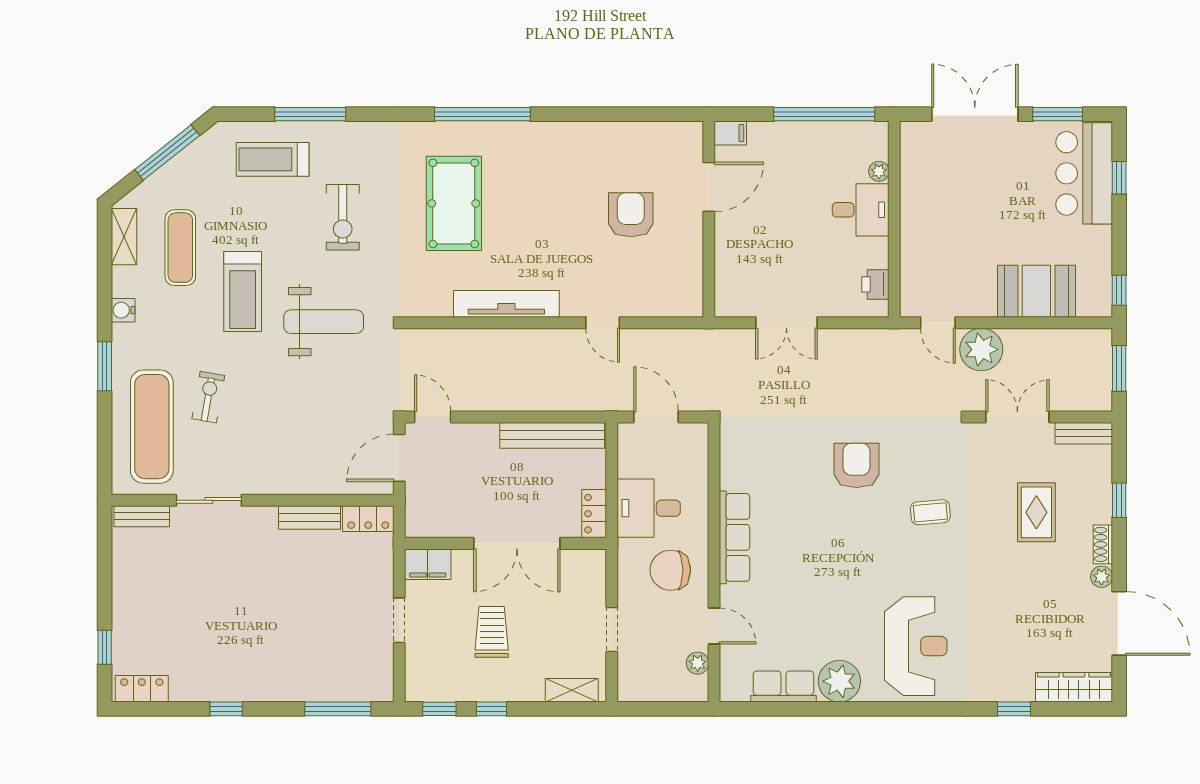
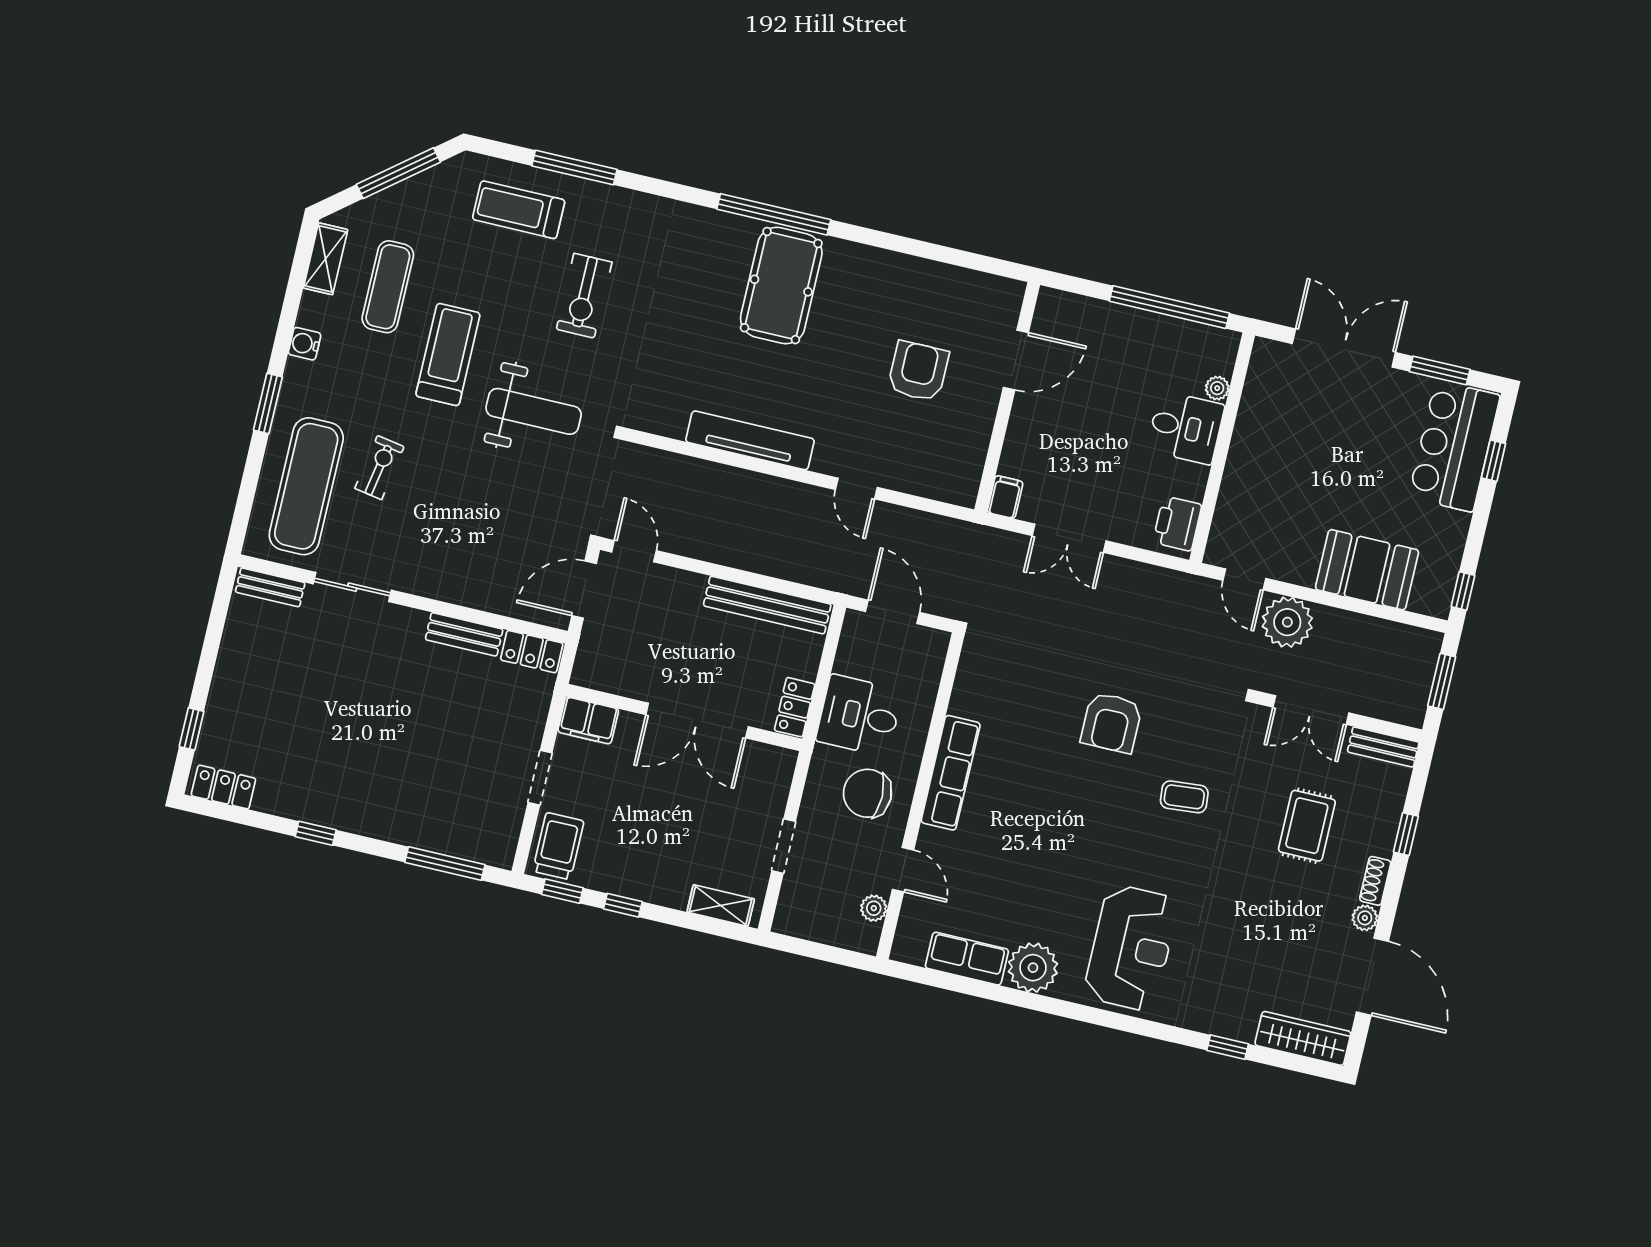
filing cabinet: (730, 133) -> (1005, 497), moved, turned -90
pool table: (454, 203) -> (781, 286), moved
printer: (875, 284) -> (1177, 524), width x1.36, depth x1.24
treadmill: (243, 292) -> (448, 355), turned 180
double door: (1017, 417) -> (1311, 710), swing flipped
armchair: (856, 465) -> (1111, 723), turned 180
trolley: (492, 632) -> (558, 846), moved

